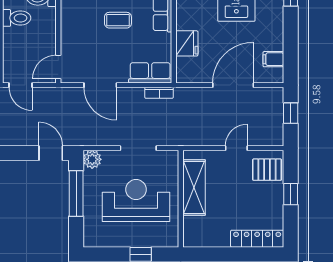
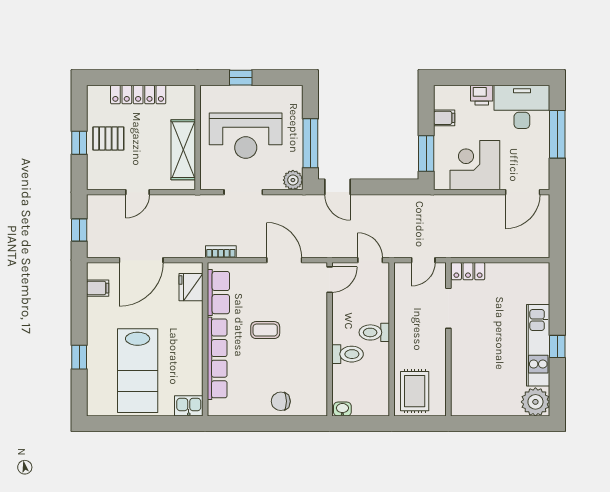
fridge: (187, 43) -> (191, 287), moved
row of seats: (150, 73) -> (218, 293), moved, turned -90
pallet: (267, 170) -> (108, 138), moved
locker: (257, 239) -> (138, 95), moved

